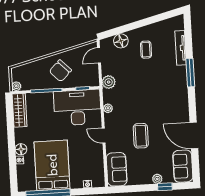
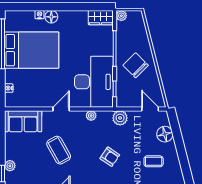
armchair: (144, 89) -> (110, 157), added
wardrobe: (20, 110) -> (101, 18), width x0.67
coffee table: (141, 136) -> (59, 150), turned 61

